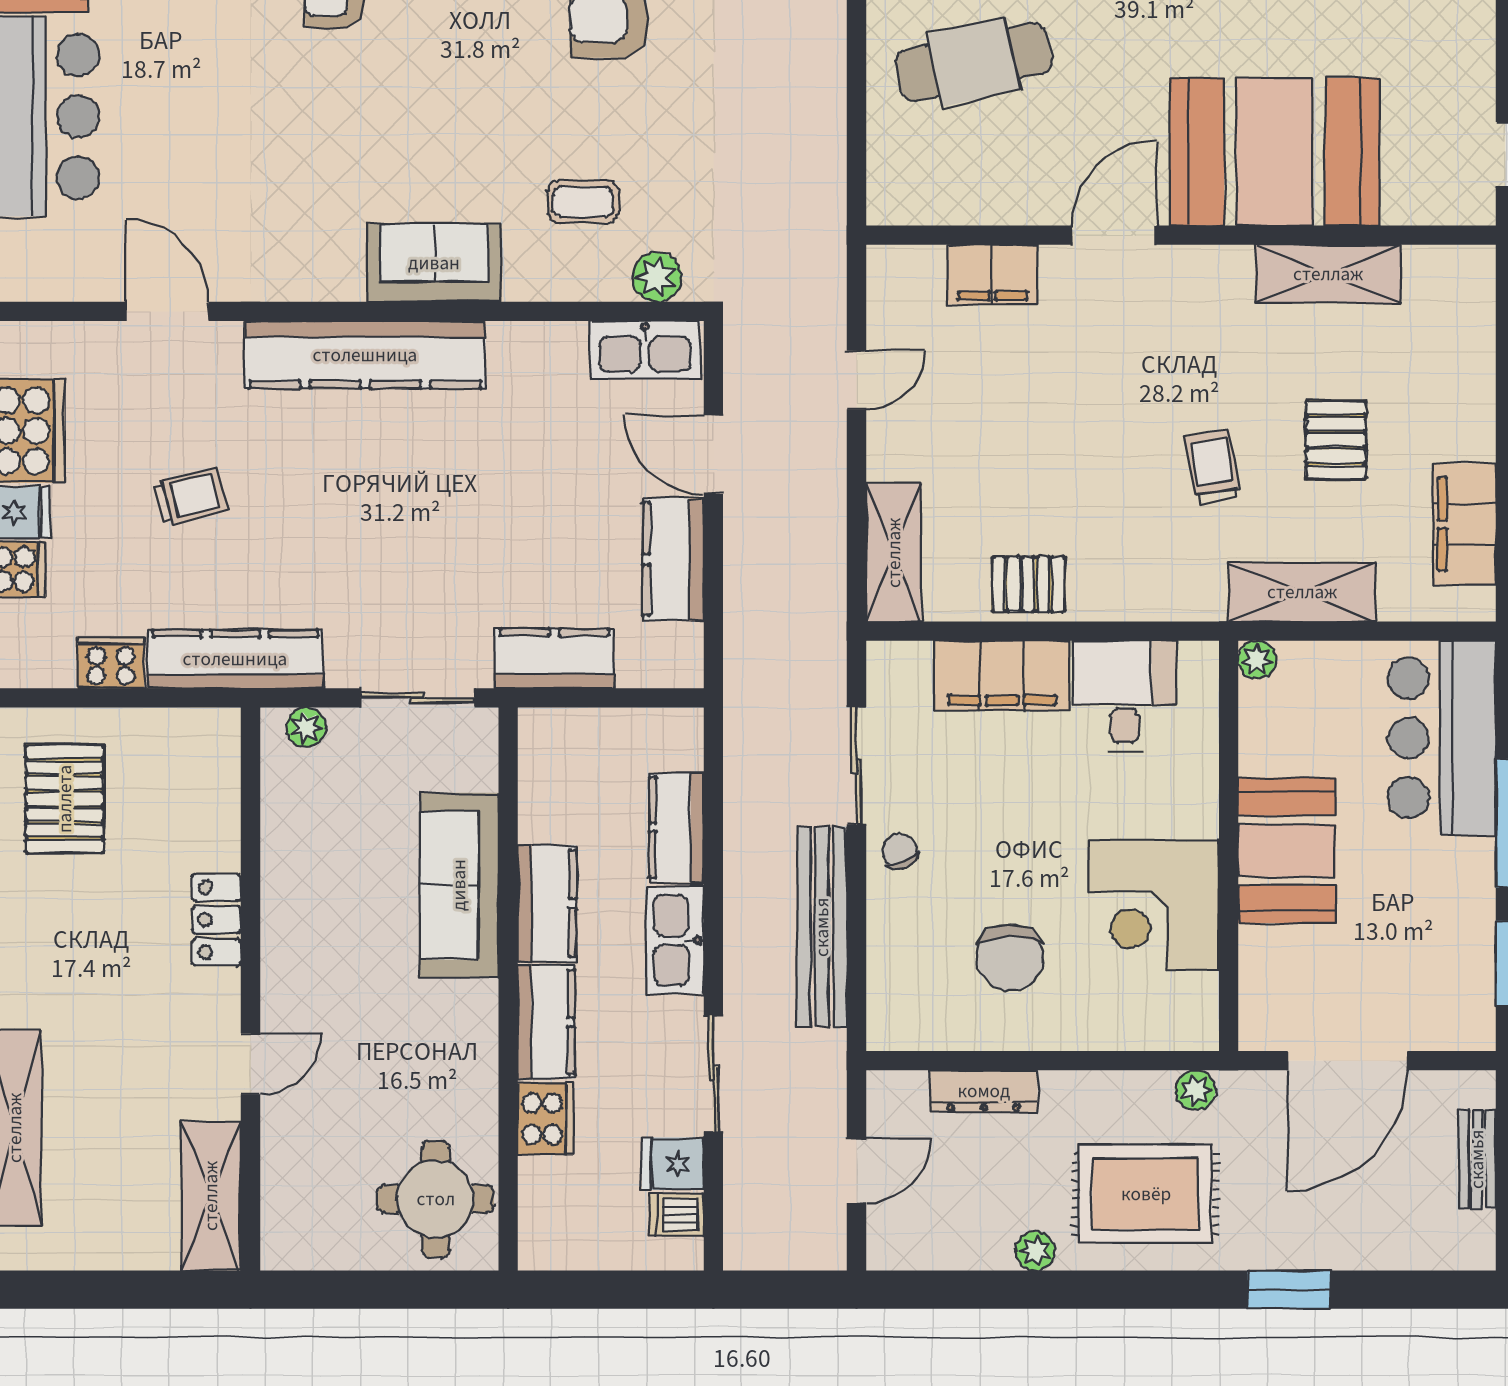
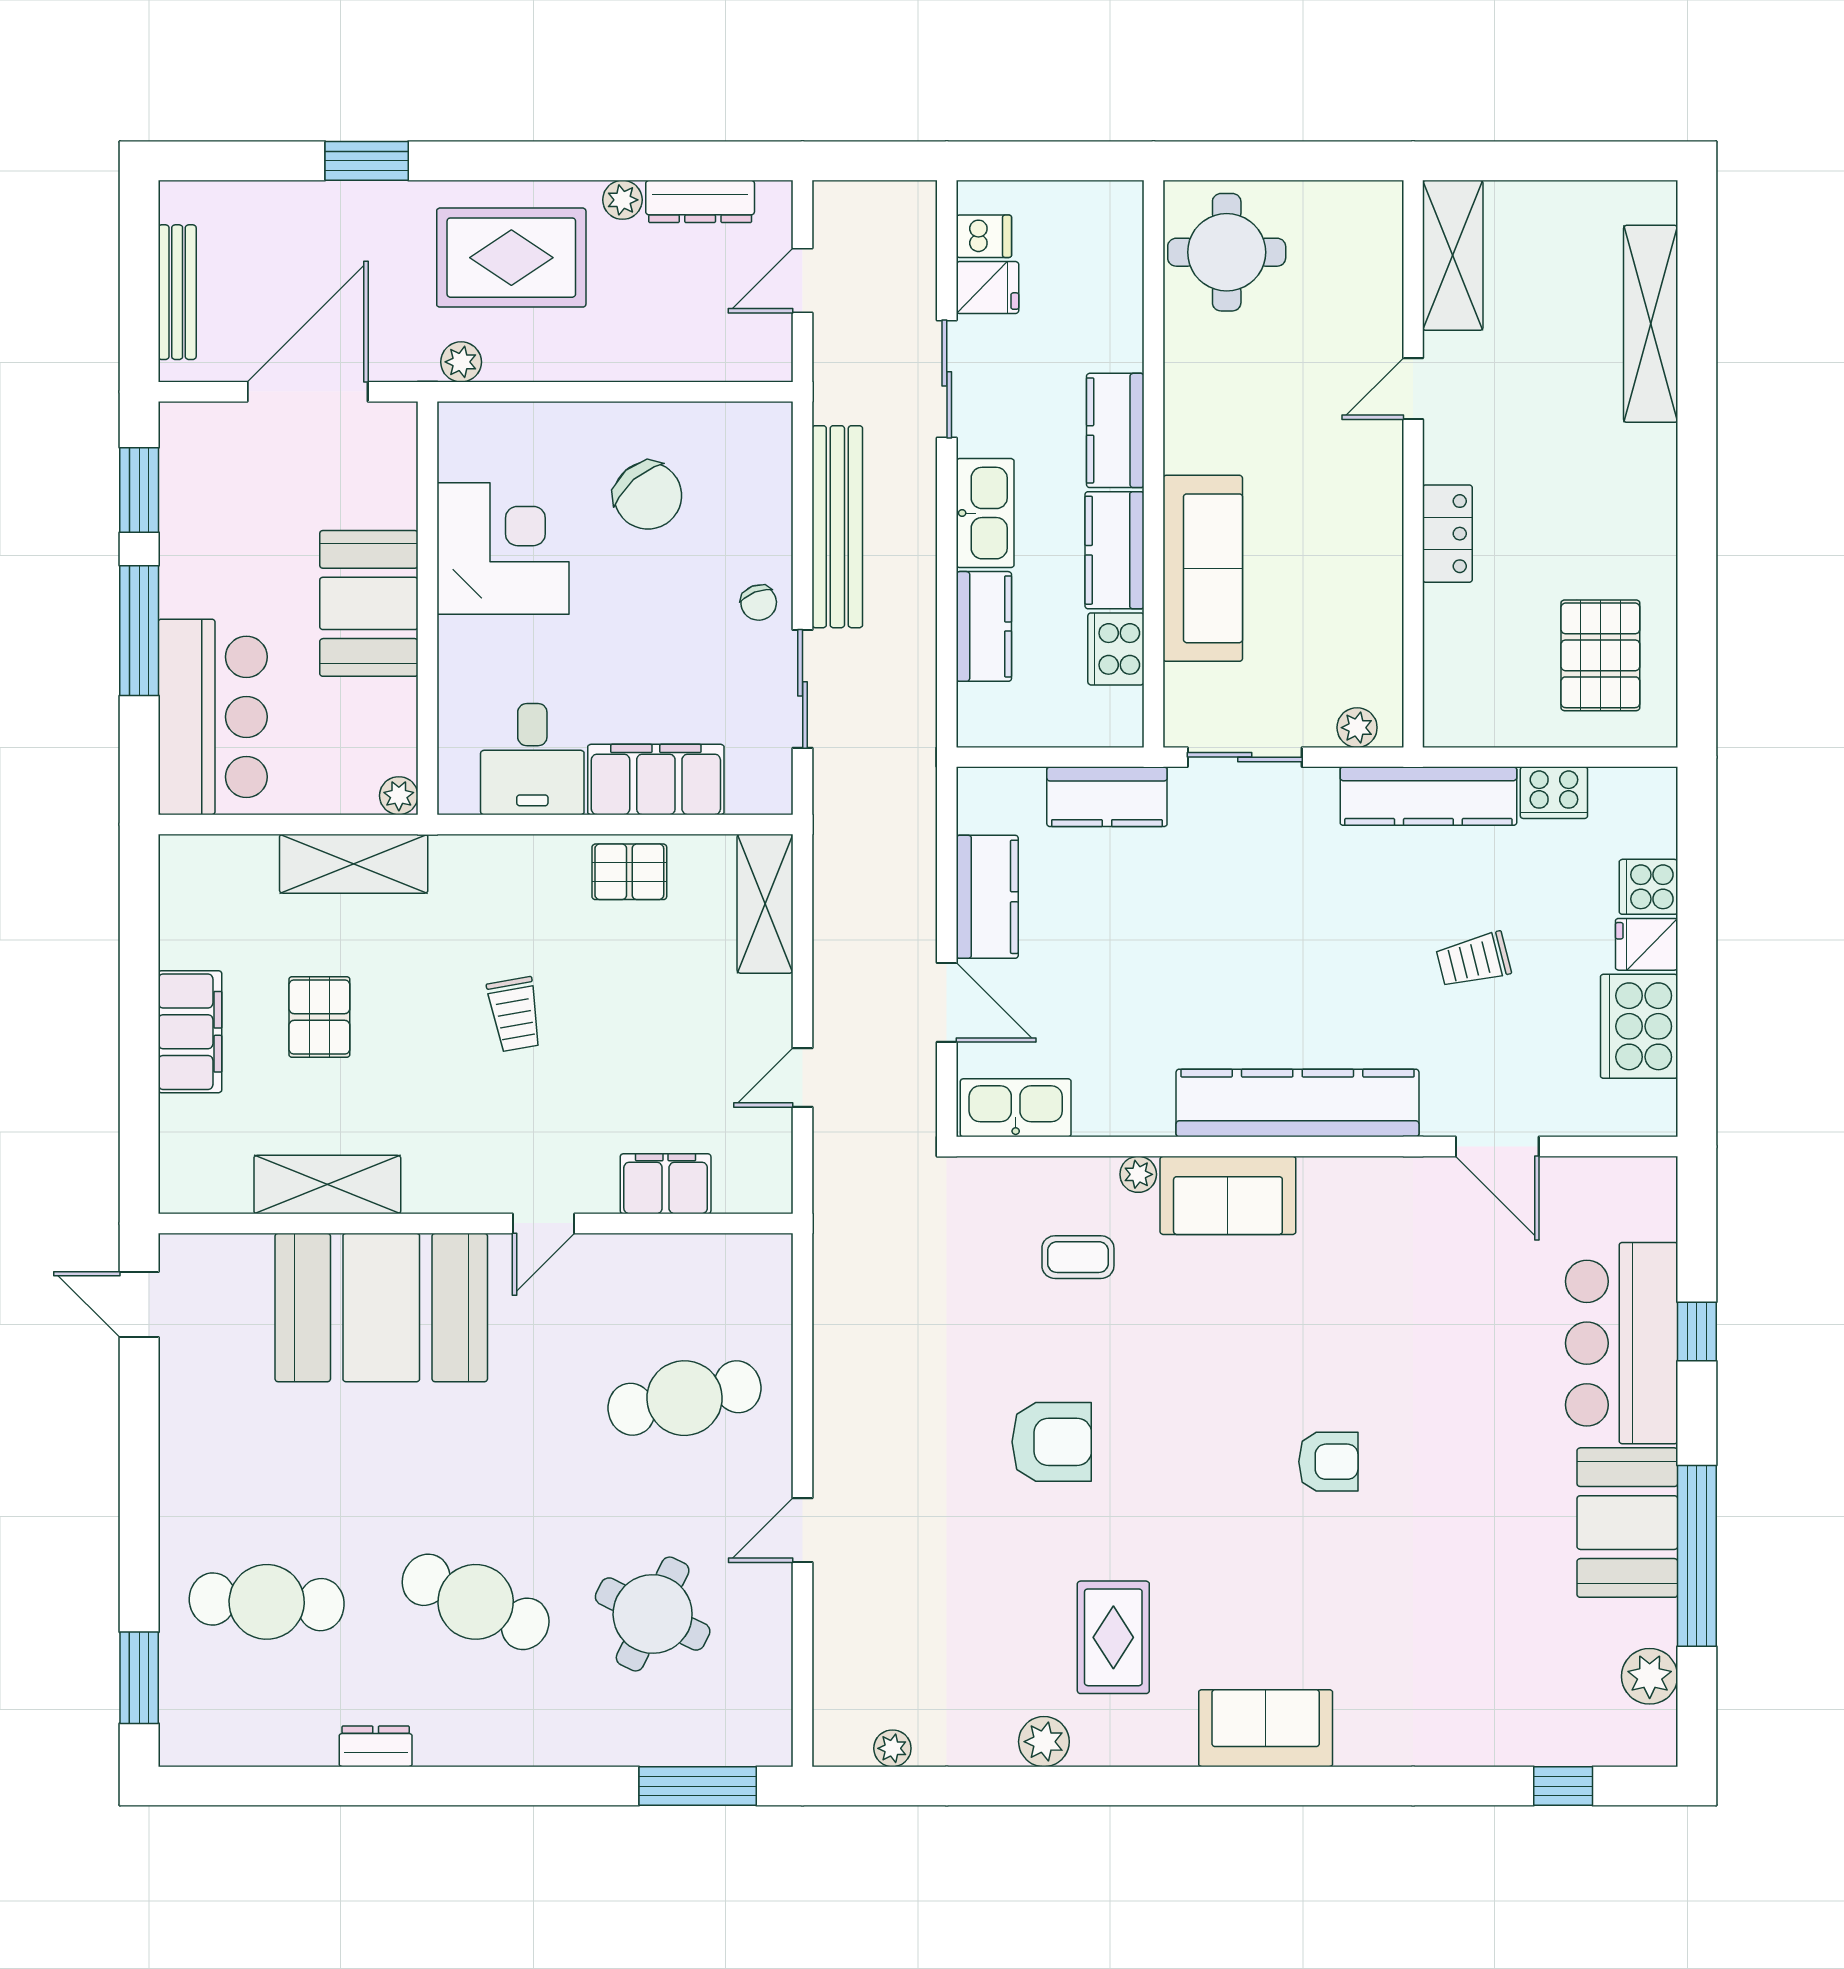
door: (1114, 235) -> (543, 1223), width x0.73
plant: (657, 277) -> (1138, 1174), moved, width x0.73, depth x0.73
trolley: (1213, 467) -> (515, 1014), moved
filing cabinet: (1464, 524) -> (190, 1032), moved
chair: (1010, 958) -> (648, 496), turned 139
dresser: (984, 1091) -> (700, 201), moved, turned 180
cooker: (545, 1119) -> (1116, 649), moved
bench: (1477, 1159) -> (177, 292), width x1.36

